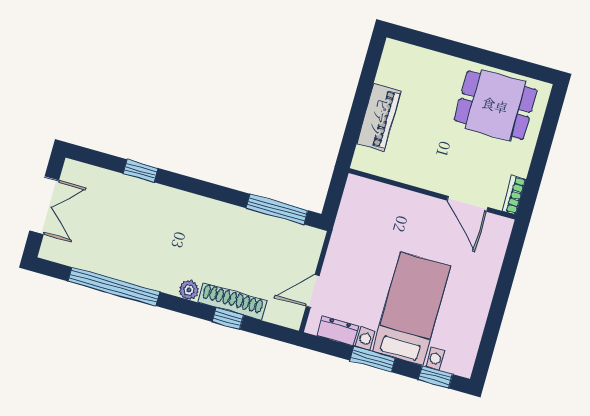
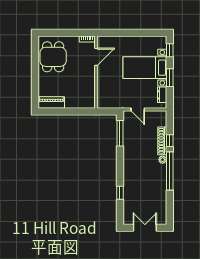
piano: (379, 117) -> (51, 103), moved
window: (114, 287) -> (170, 171), moved
door: (313, 291) -> (138, 110), moved

